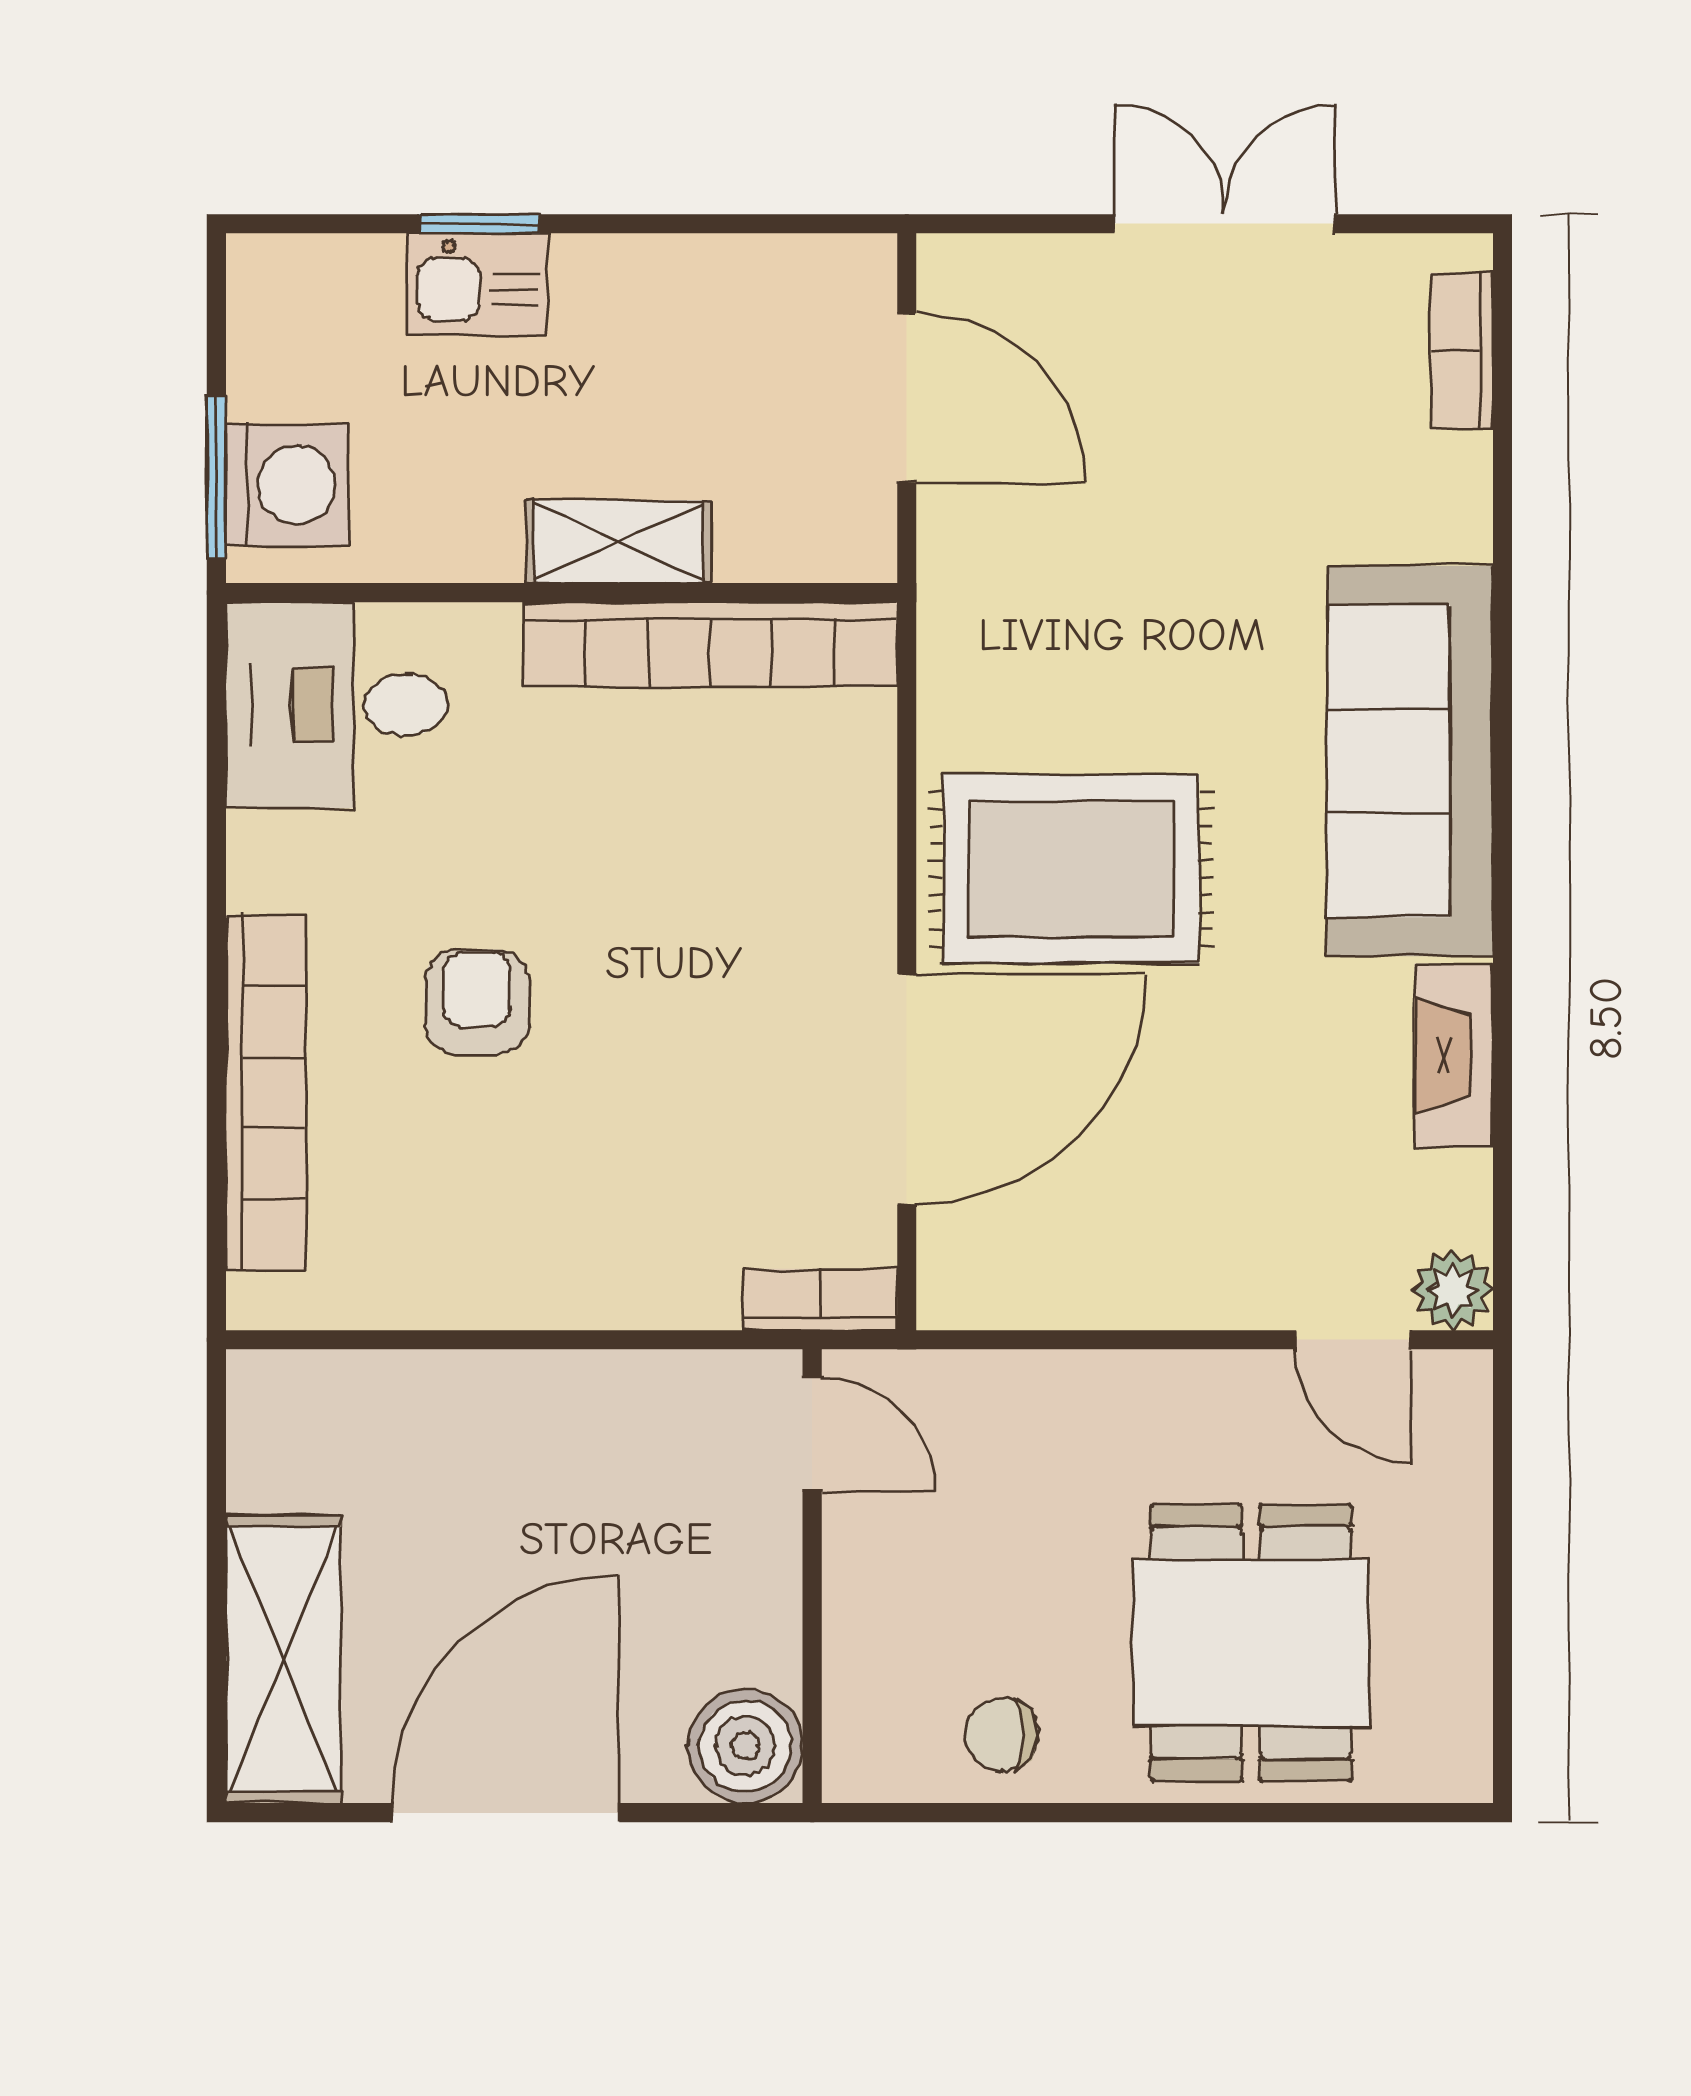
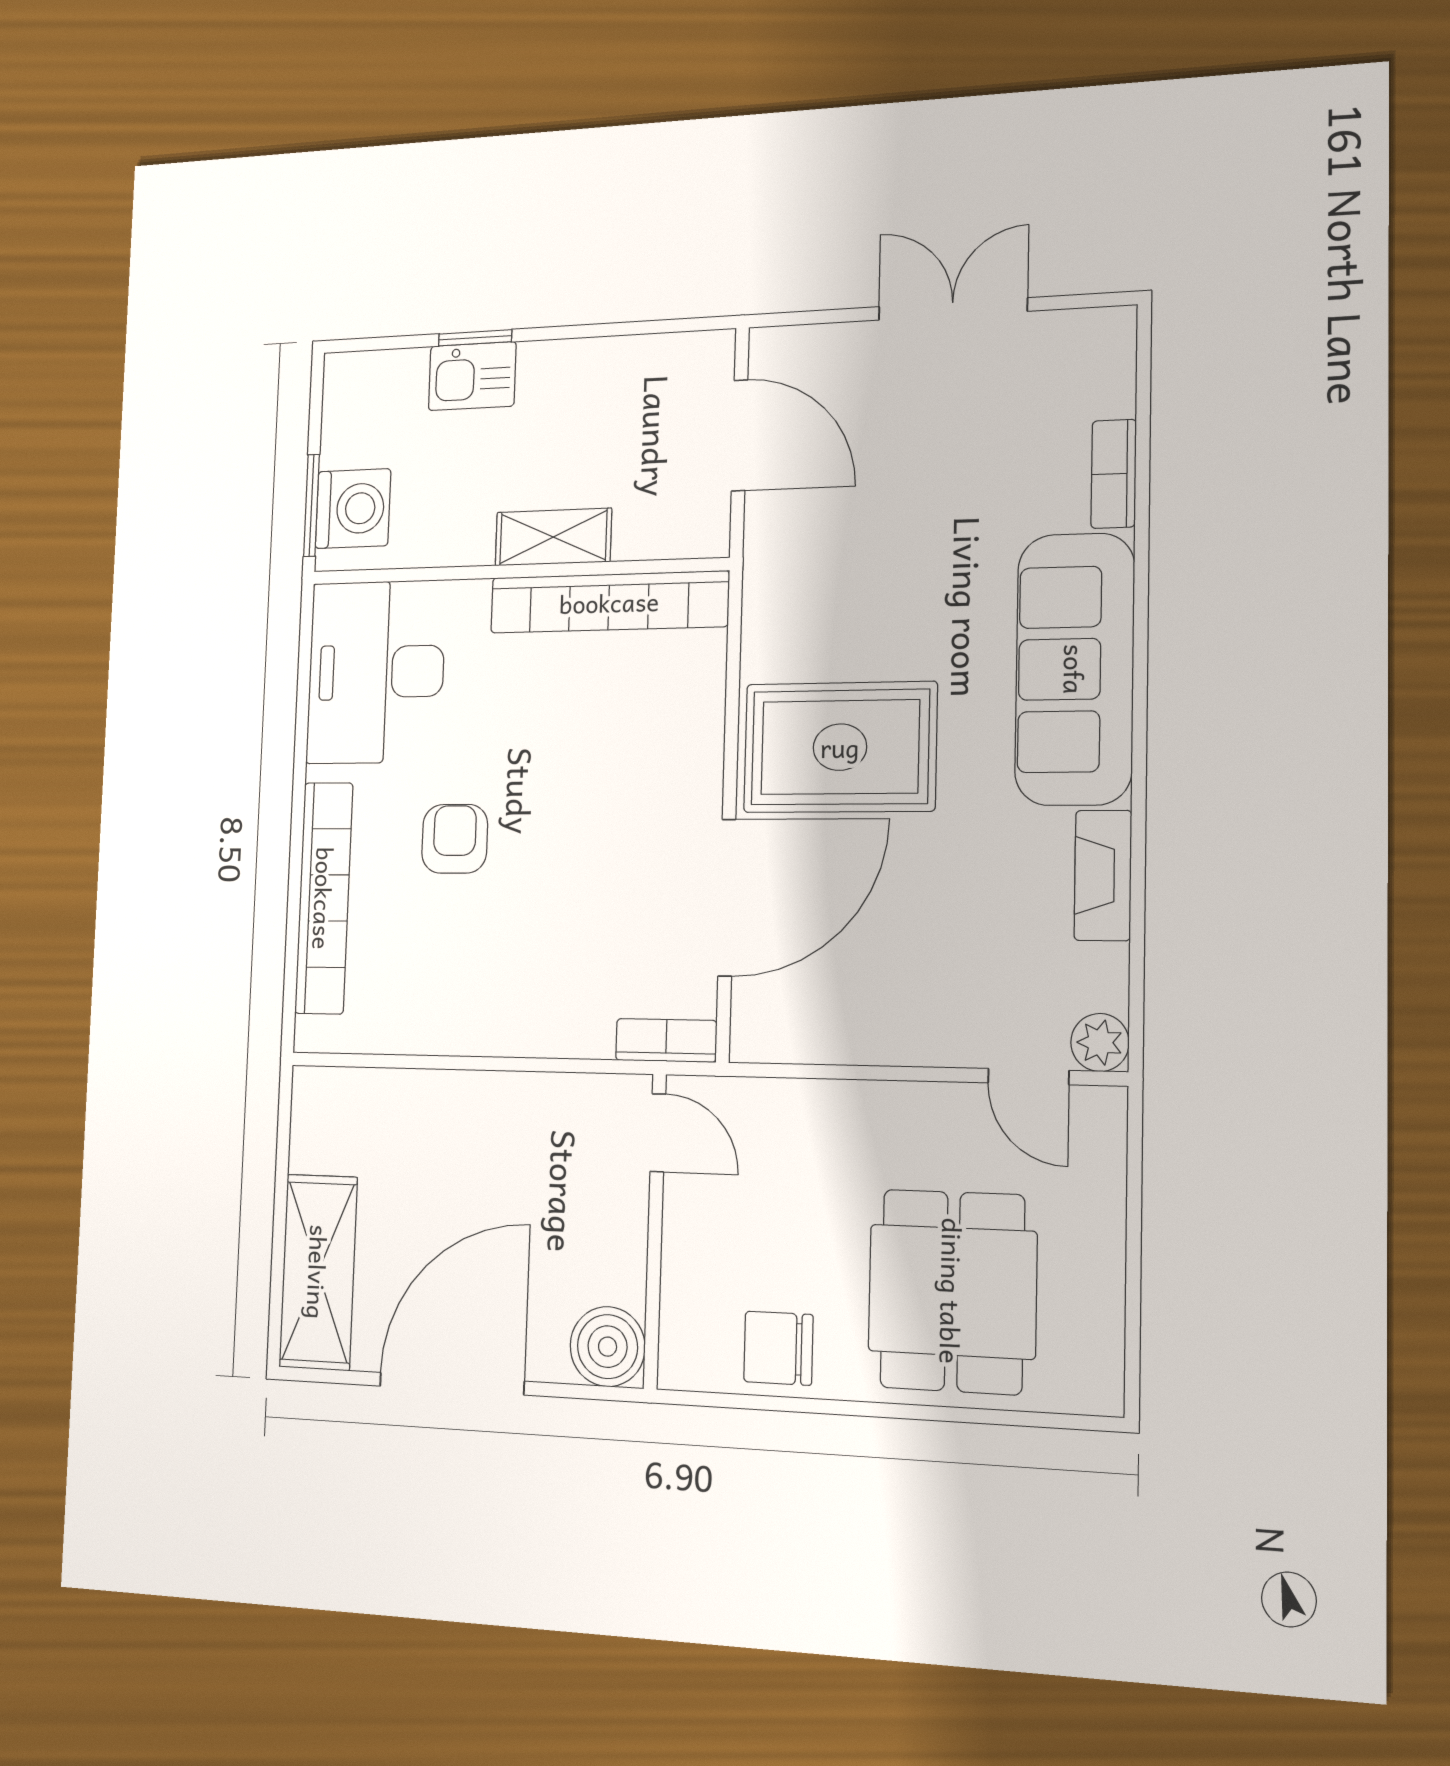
bookcase: (1462, 351) -> (1114, 474), moved
desk: (337, 705) -> (376, 672), width x1.37
chair: (1001, 1735) -> (778, 1348), width x1.37, depth x1.37

